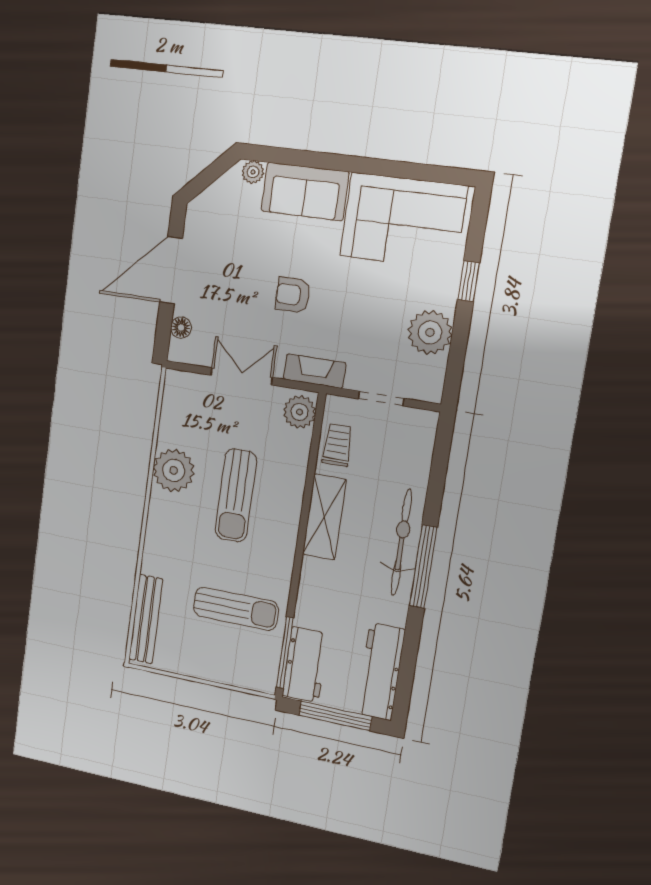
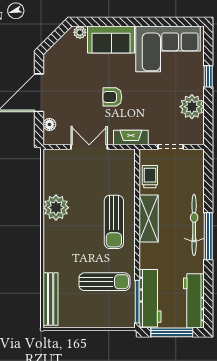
plant: (300, 412) -> (126, 162), removed
sun lounger: (236, 495) -> (114, 222), moved
workbench: (305, 665) -> (150, 298), width x1.37

